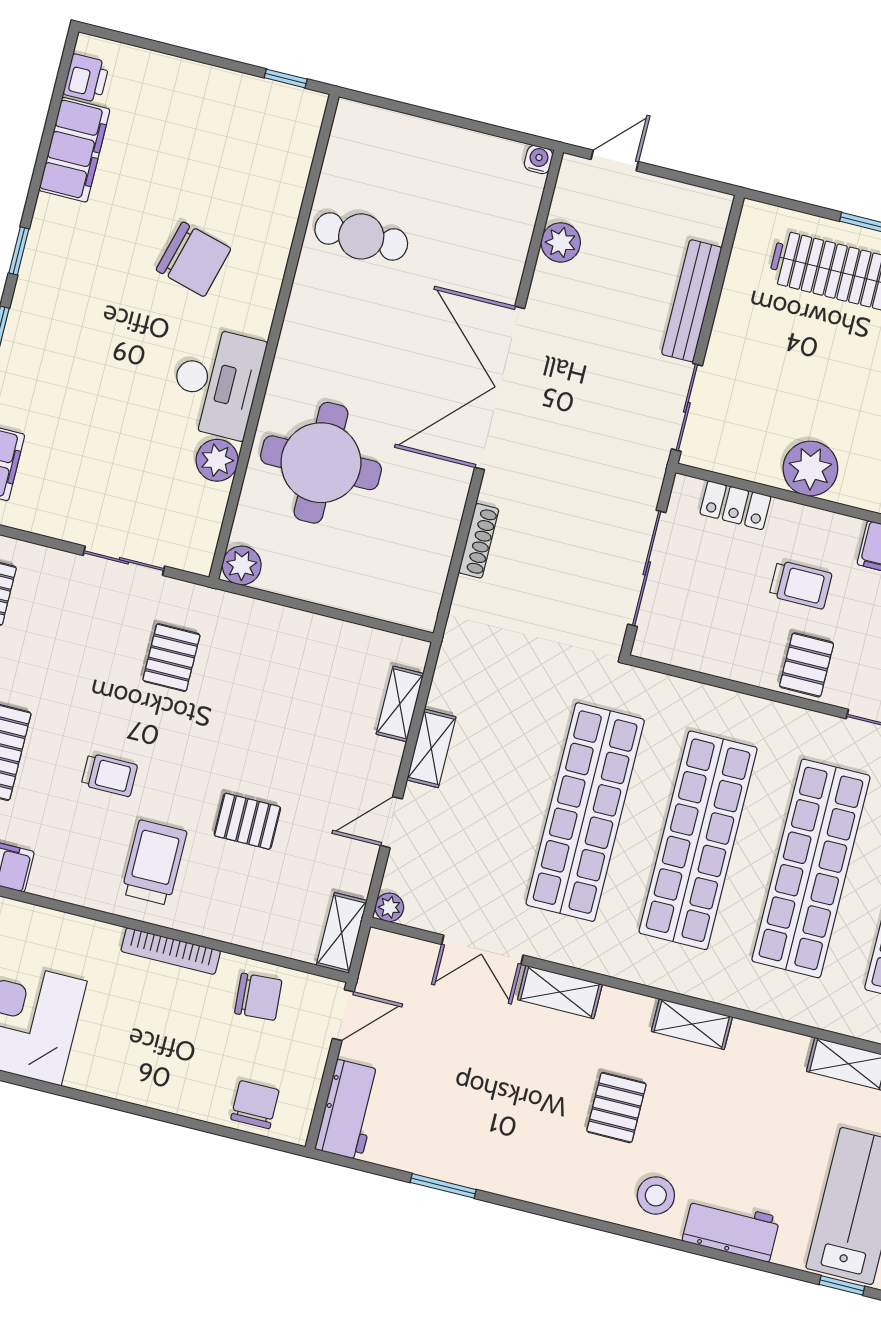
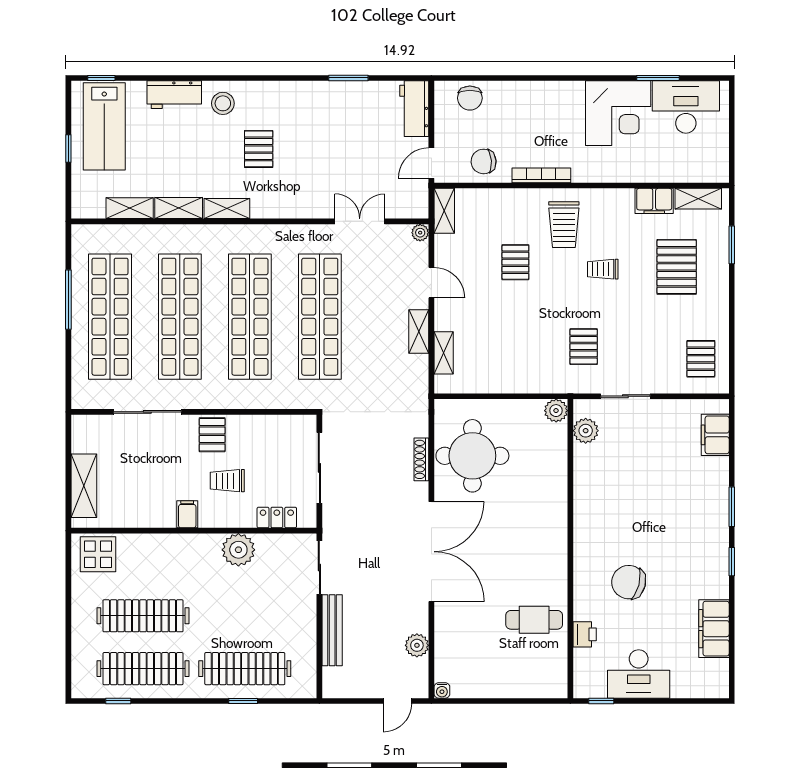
printer: (86, 78) -> (585, 634), moved, turned 180
desk: (216, 382) -> (639, 674), moved, turned -90
plant: (217, 460) -> (586, 431), moved
round table: (321, 463) -> (472, 456), moved
pallet: (247, 821) -> (515, 262), turned 90
door: (391, 822) -> (431, 283), hinge flipped
shelving: (560, 992) -> (179, 208), moved

